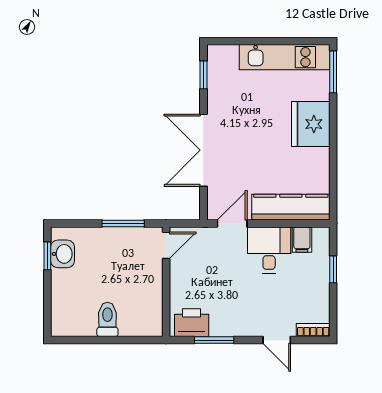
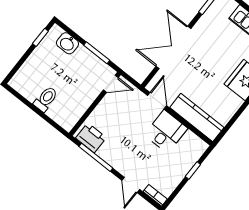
door: (232, 224) -> (157, 101), hinge flipped
filing cabinet: (302, 240) -> (189, 140), removed
washbasin: (63, 254) -> (68, 43), moved, turned 90
window: (214, 340) -> (96, 157), width x1.44

